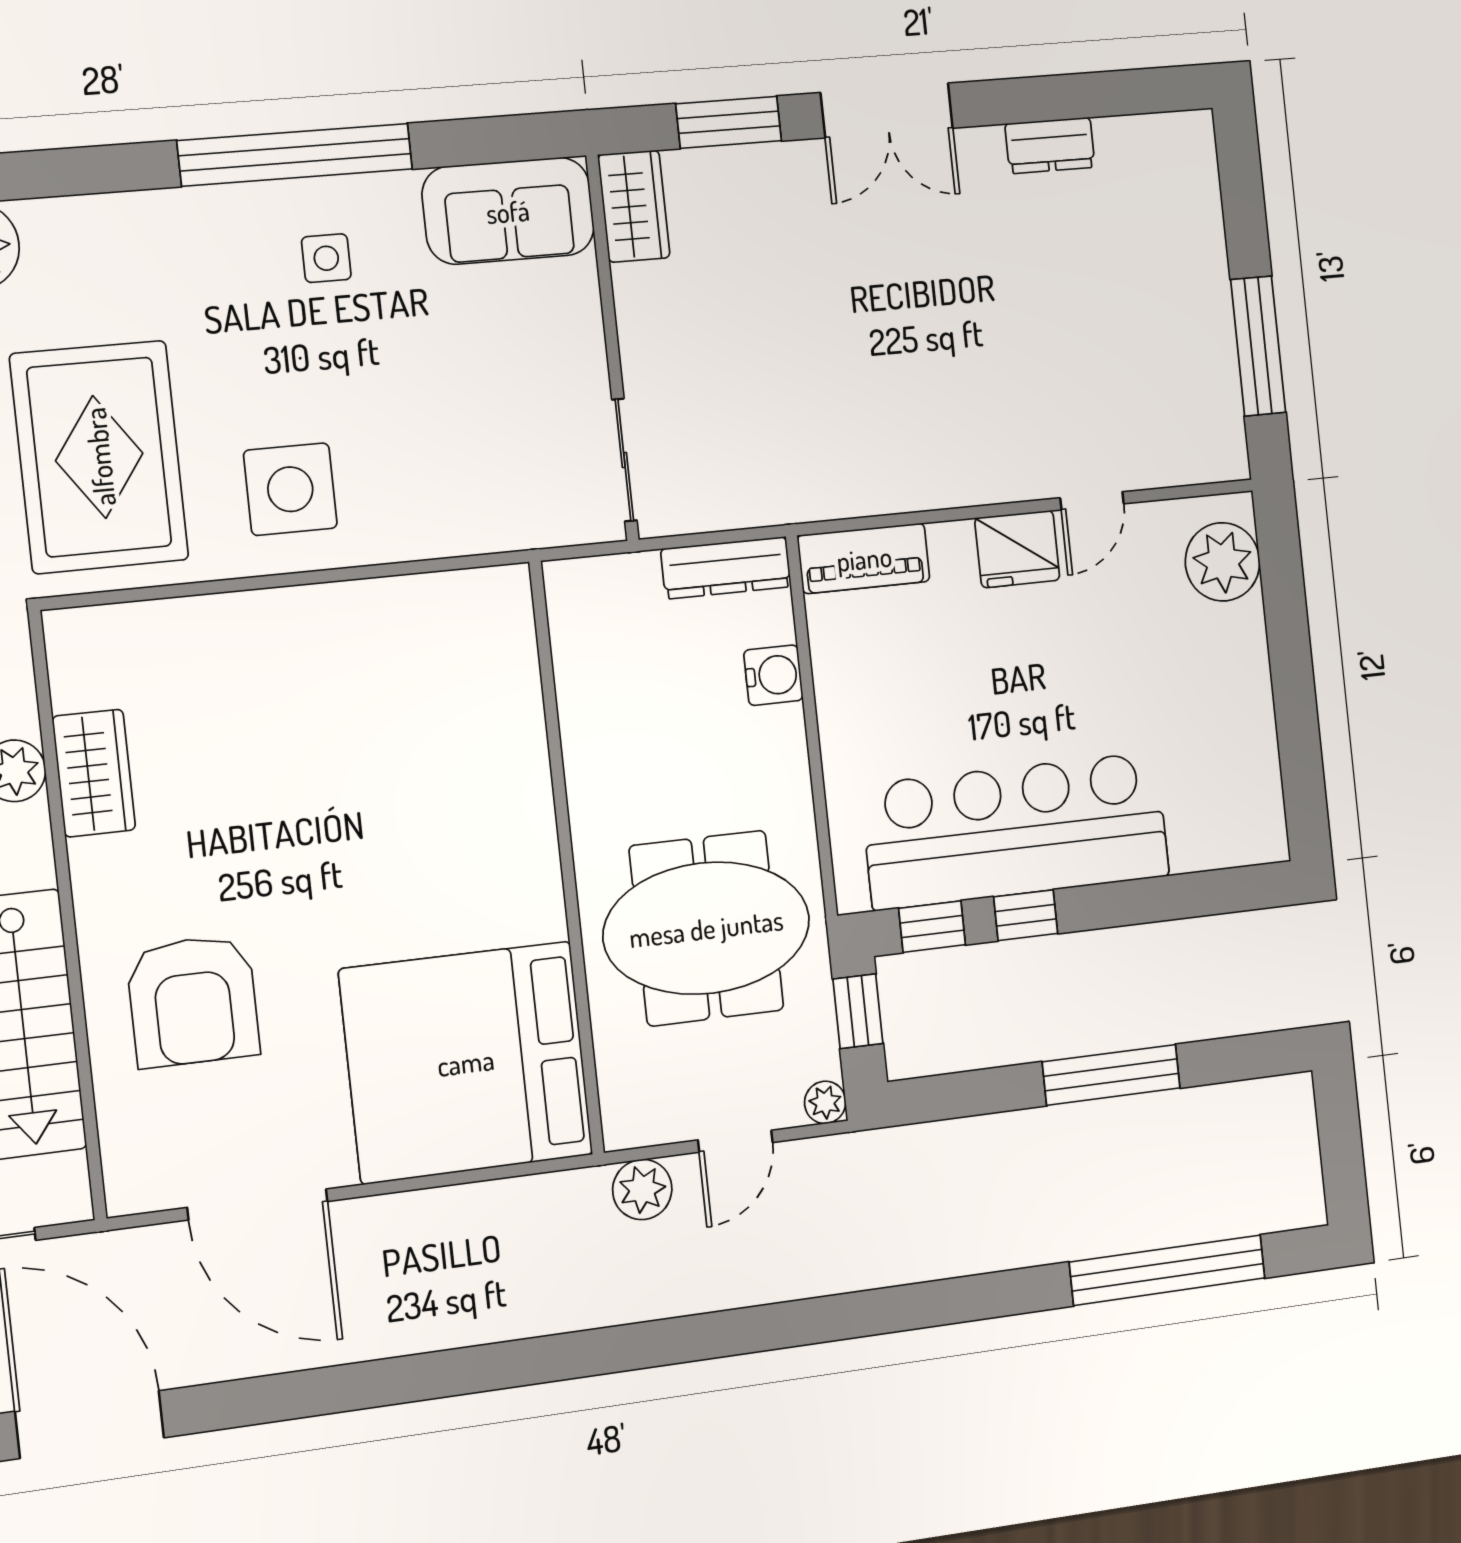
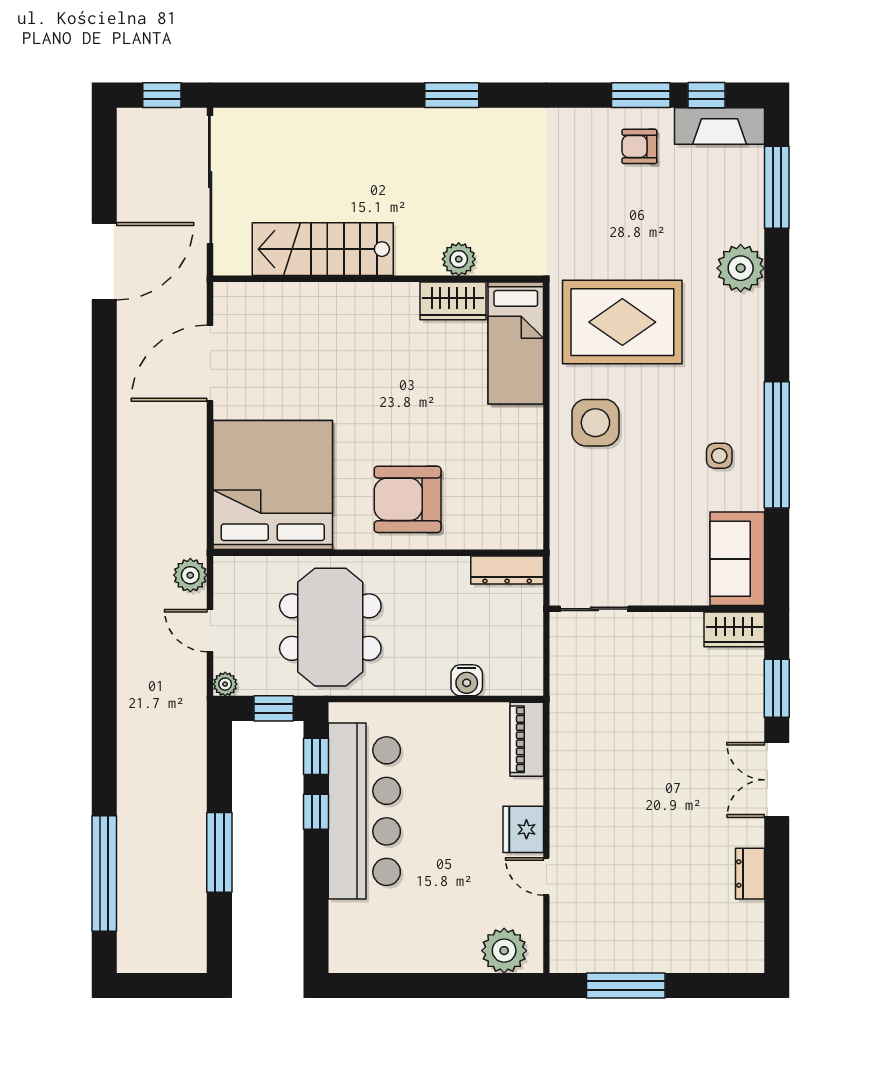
dresser: (726, 568) -> (507, 570), moved, turned -90
bed: (160, 649) -> (516, 343), added
armchair: (193, 1001) -> (408, 499), moved

